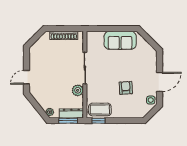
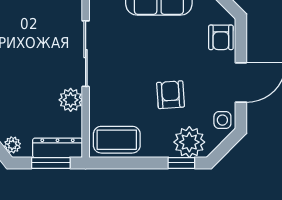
armchair: (150, 60) -> (221, 37), added
plant: (135, 111) -> (189, 142), added
window: (99, 121) -> (181, 163), moved

